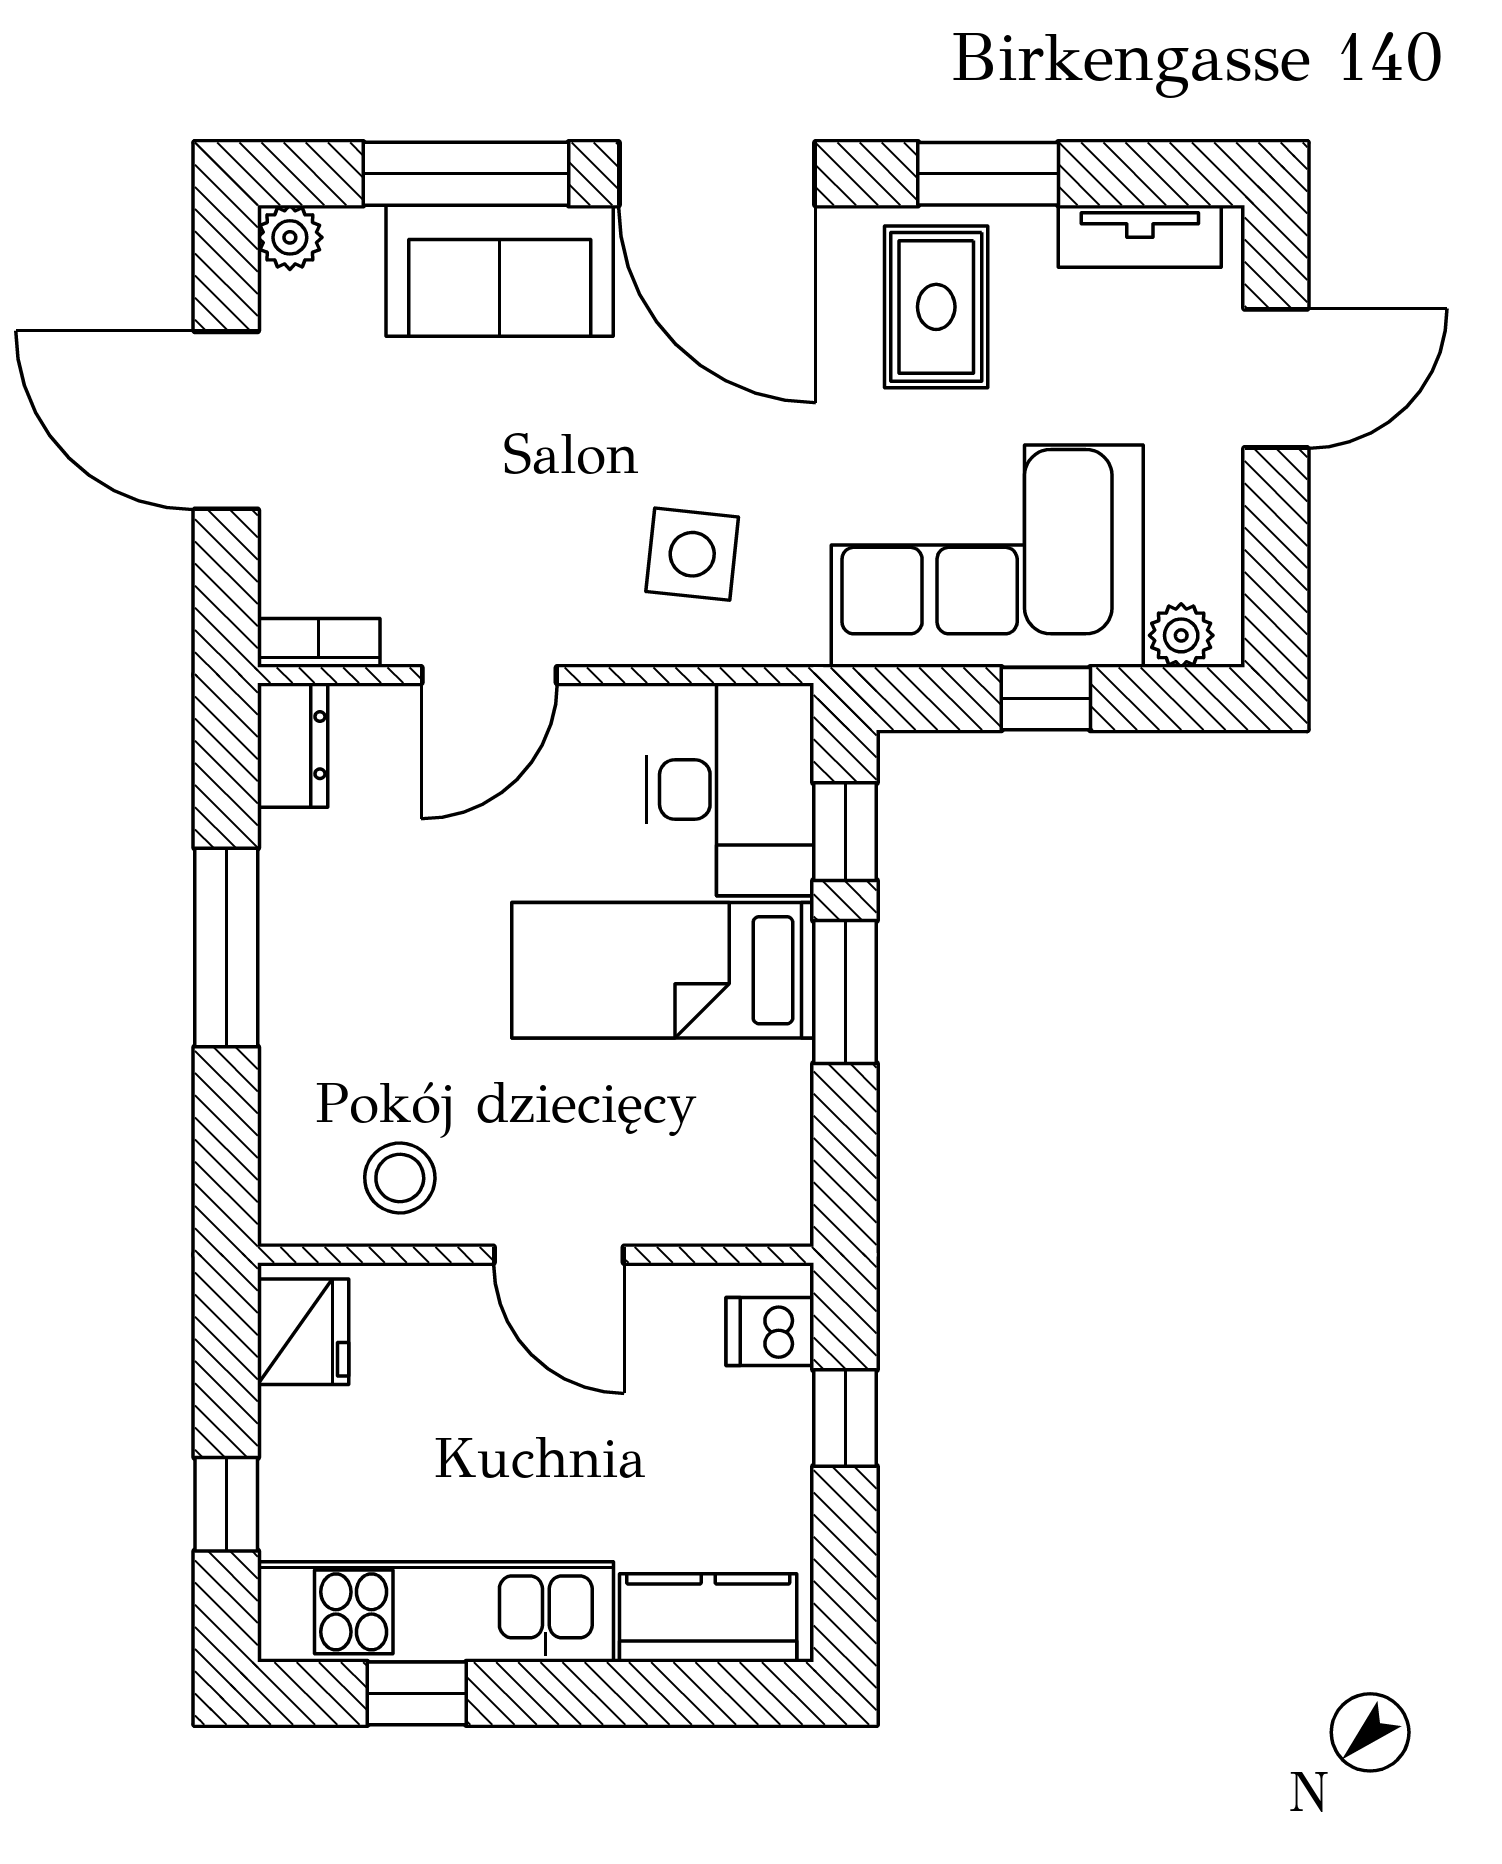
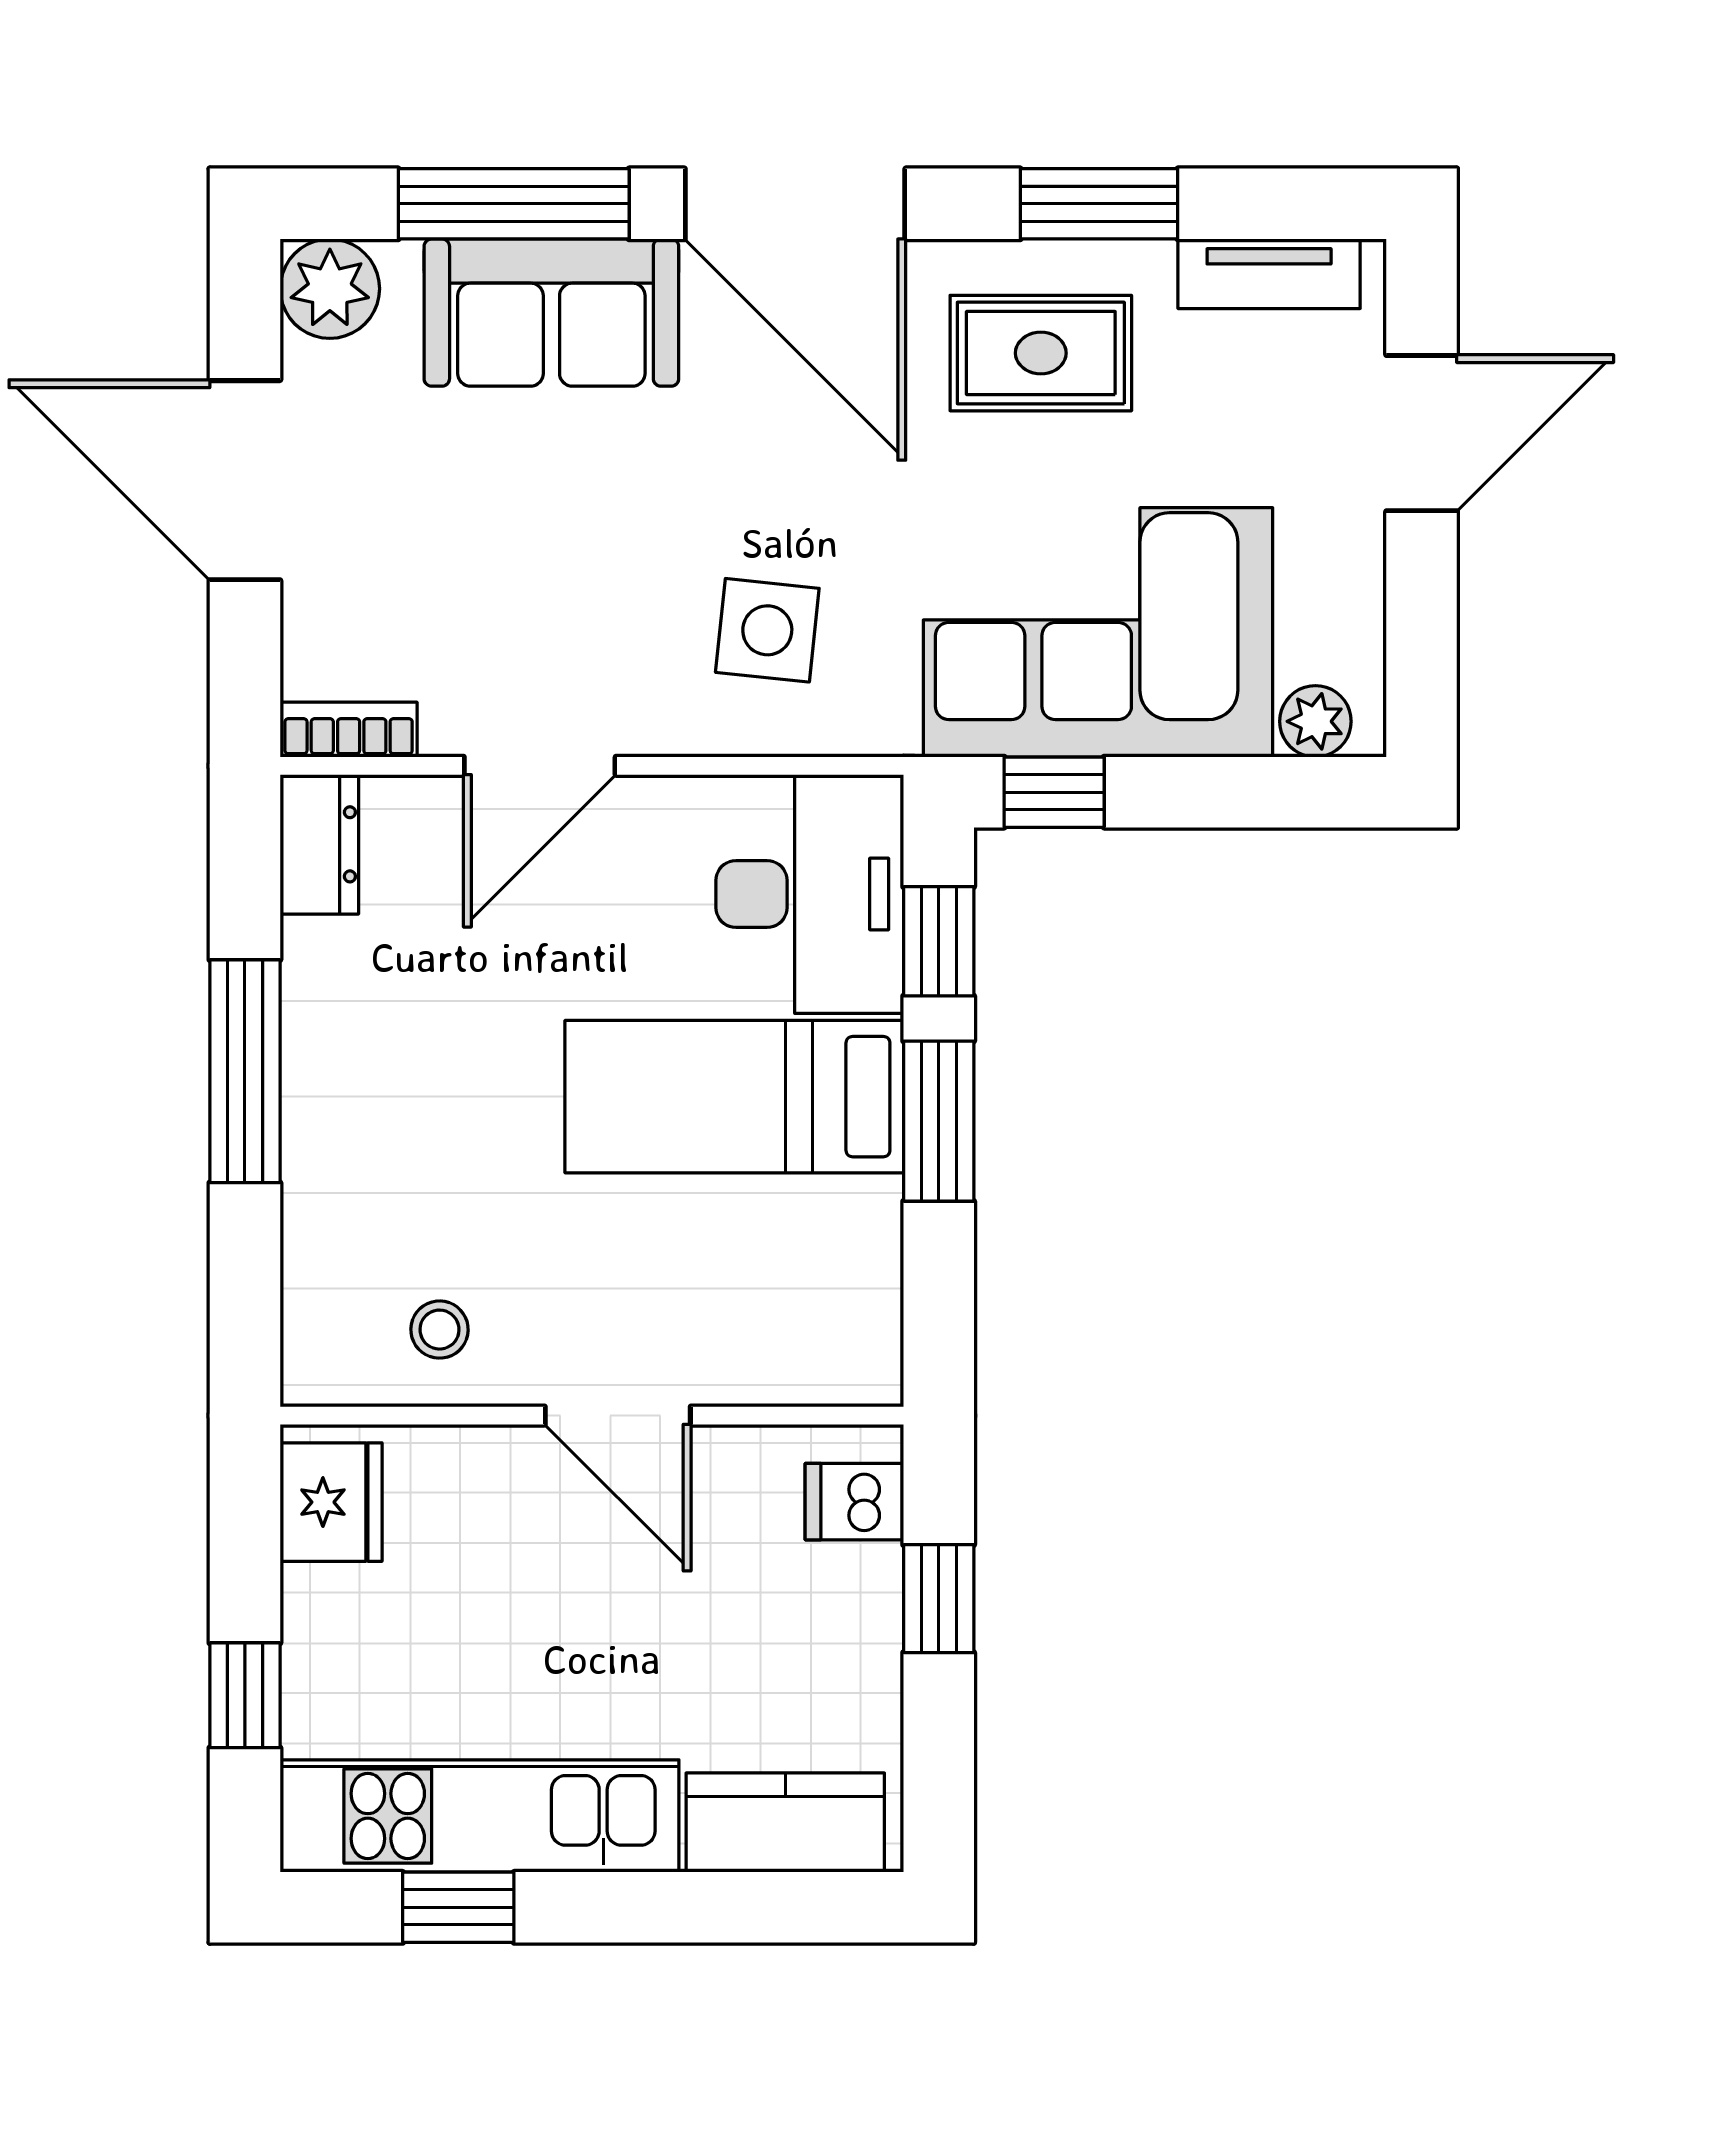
plant: (290, 237) -> (330, 289), width x1.38, depth x1.38
rug: (936, 307) -> (1041, 353), turned 90
window: (1046, 699) -> (1054, 792), moved
stool: (400, 1178) -> (439, 1330), width x0.73, depth x0.73

